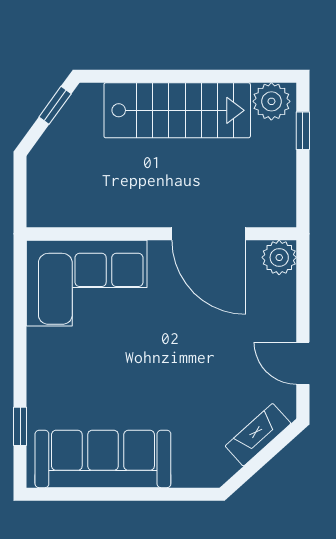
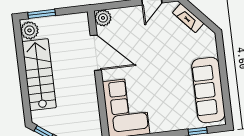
window: (303, 131) -> (42, 14), width x1.50
door: (209, 234) -> (96, 53), hinge flipped

